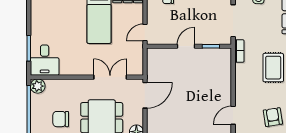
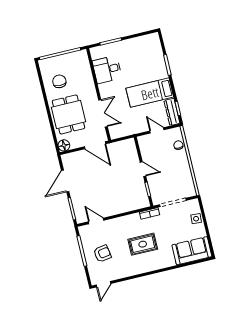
door: (145, 32) -> (157, 130), moved
desk: (45, 60) -> (107, 70), moved
plant: (38, 86) -> (82, 56), removed

